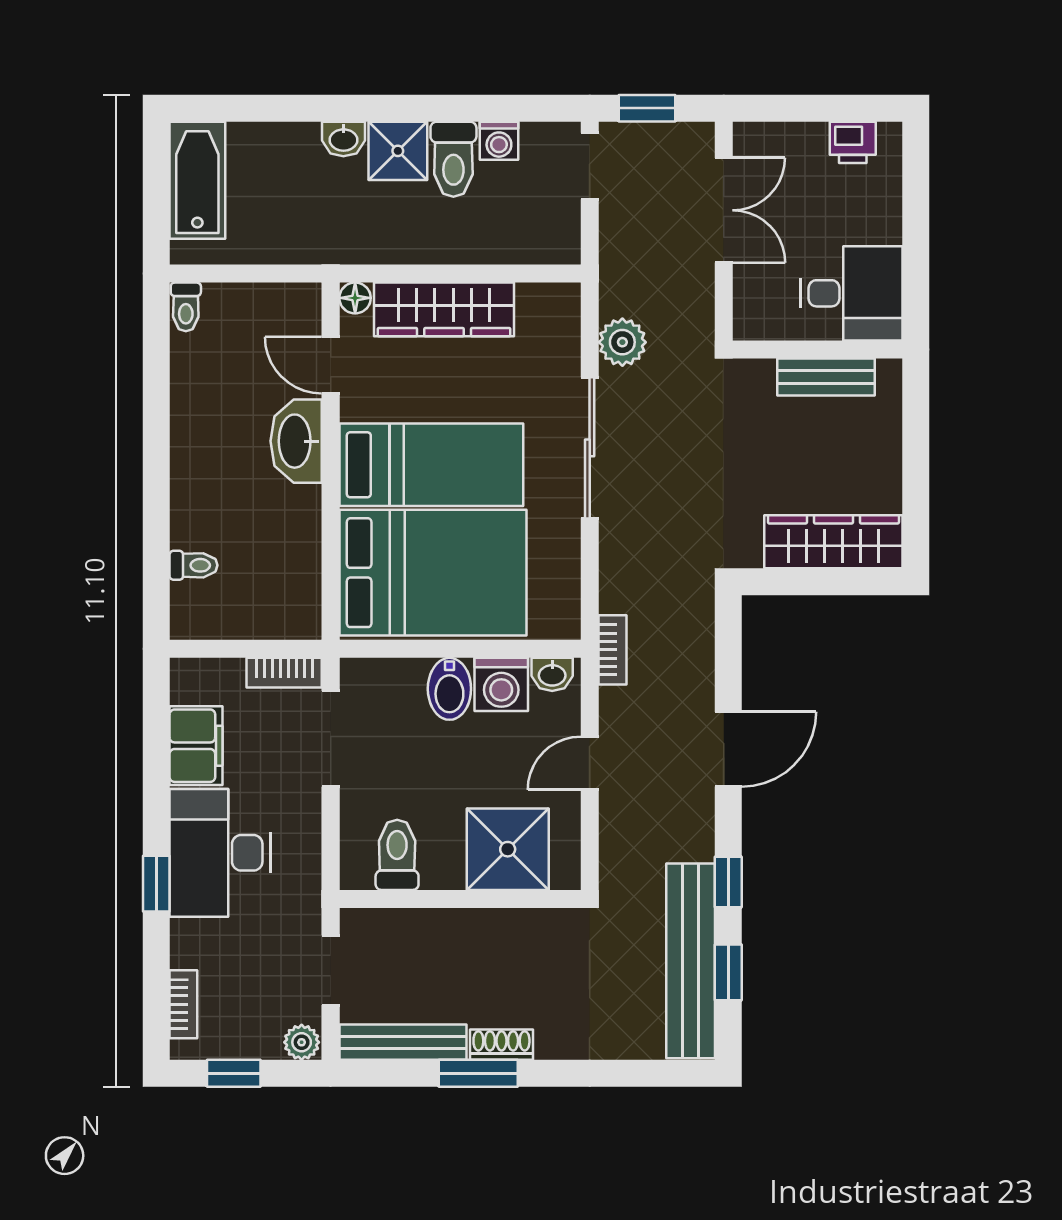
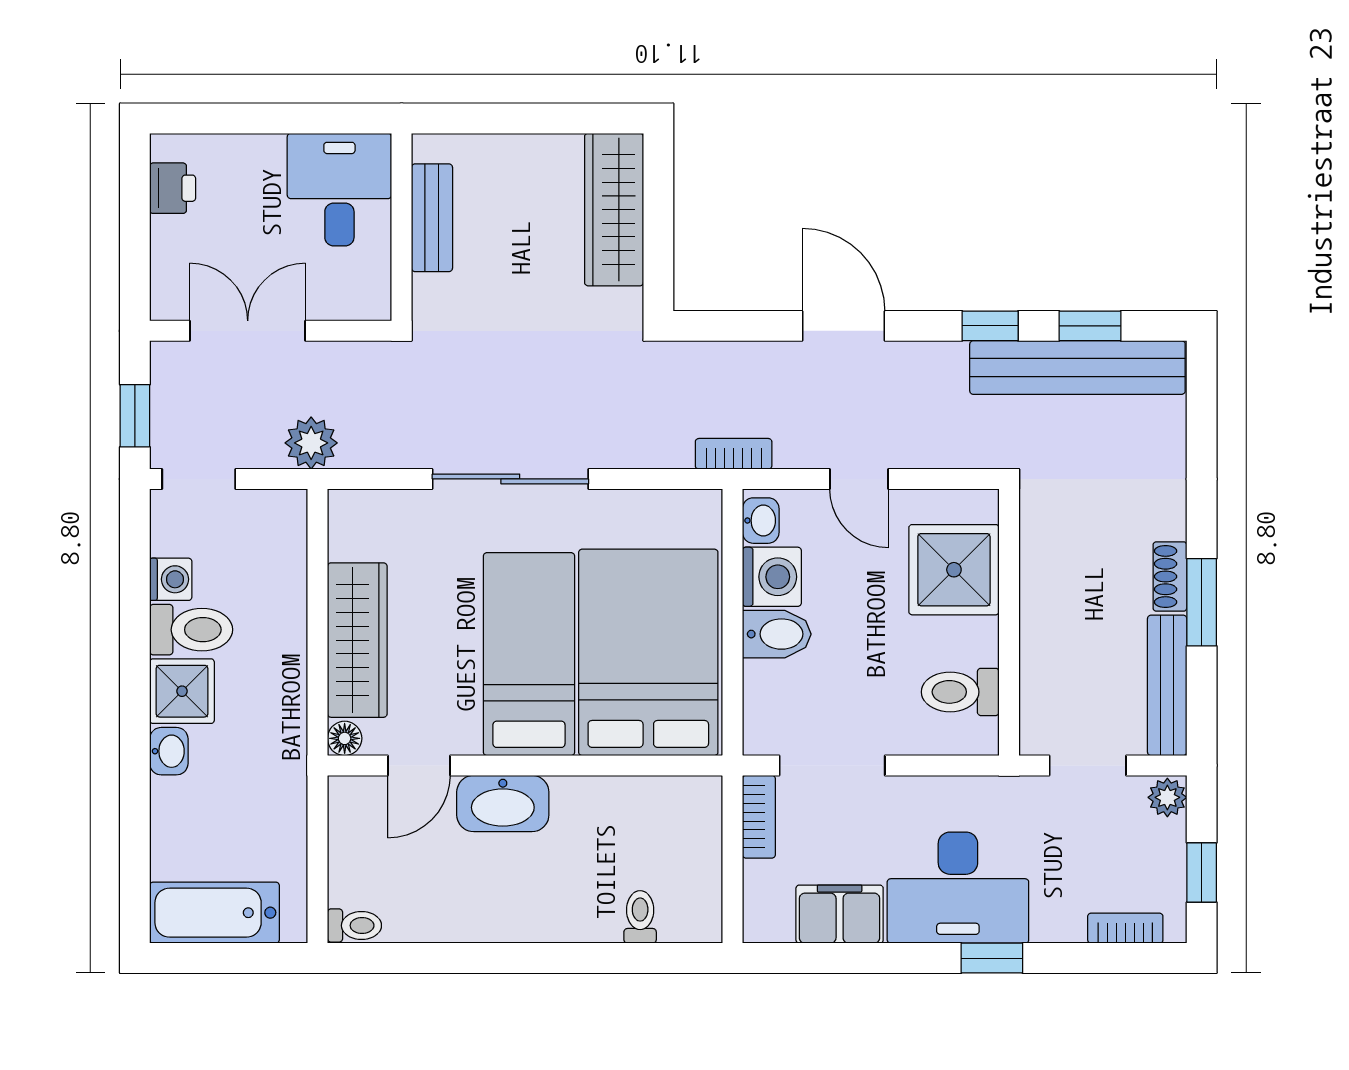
plant: (622, 342) -> (311, 443), moved

